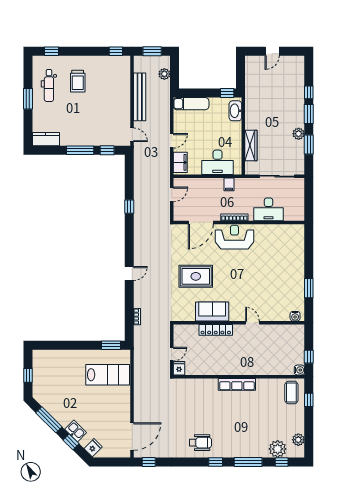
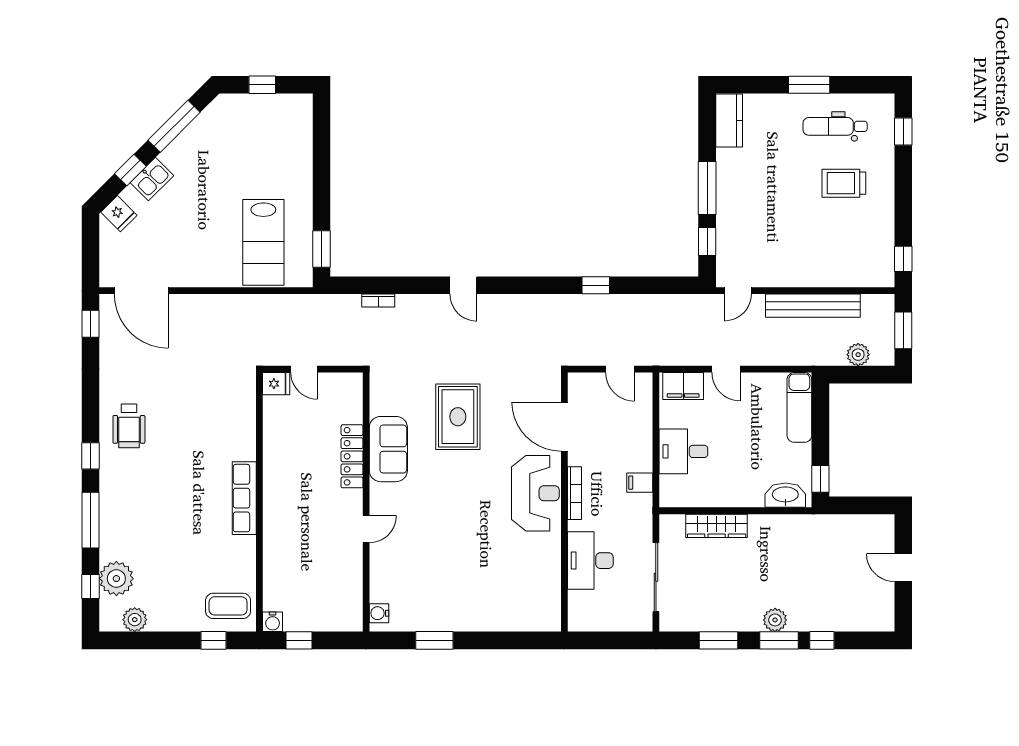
plant: (299, 134) -> (775, 620), moved
desk: (218, 162) -> (683, 451), width x0.73

